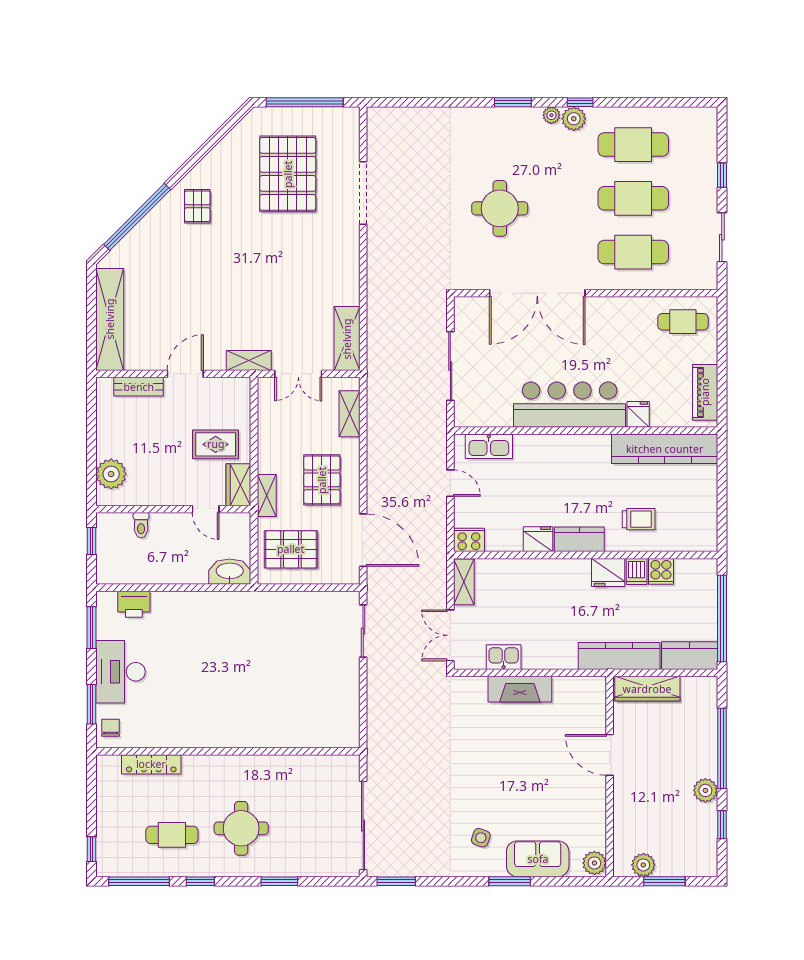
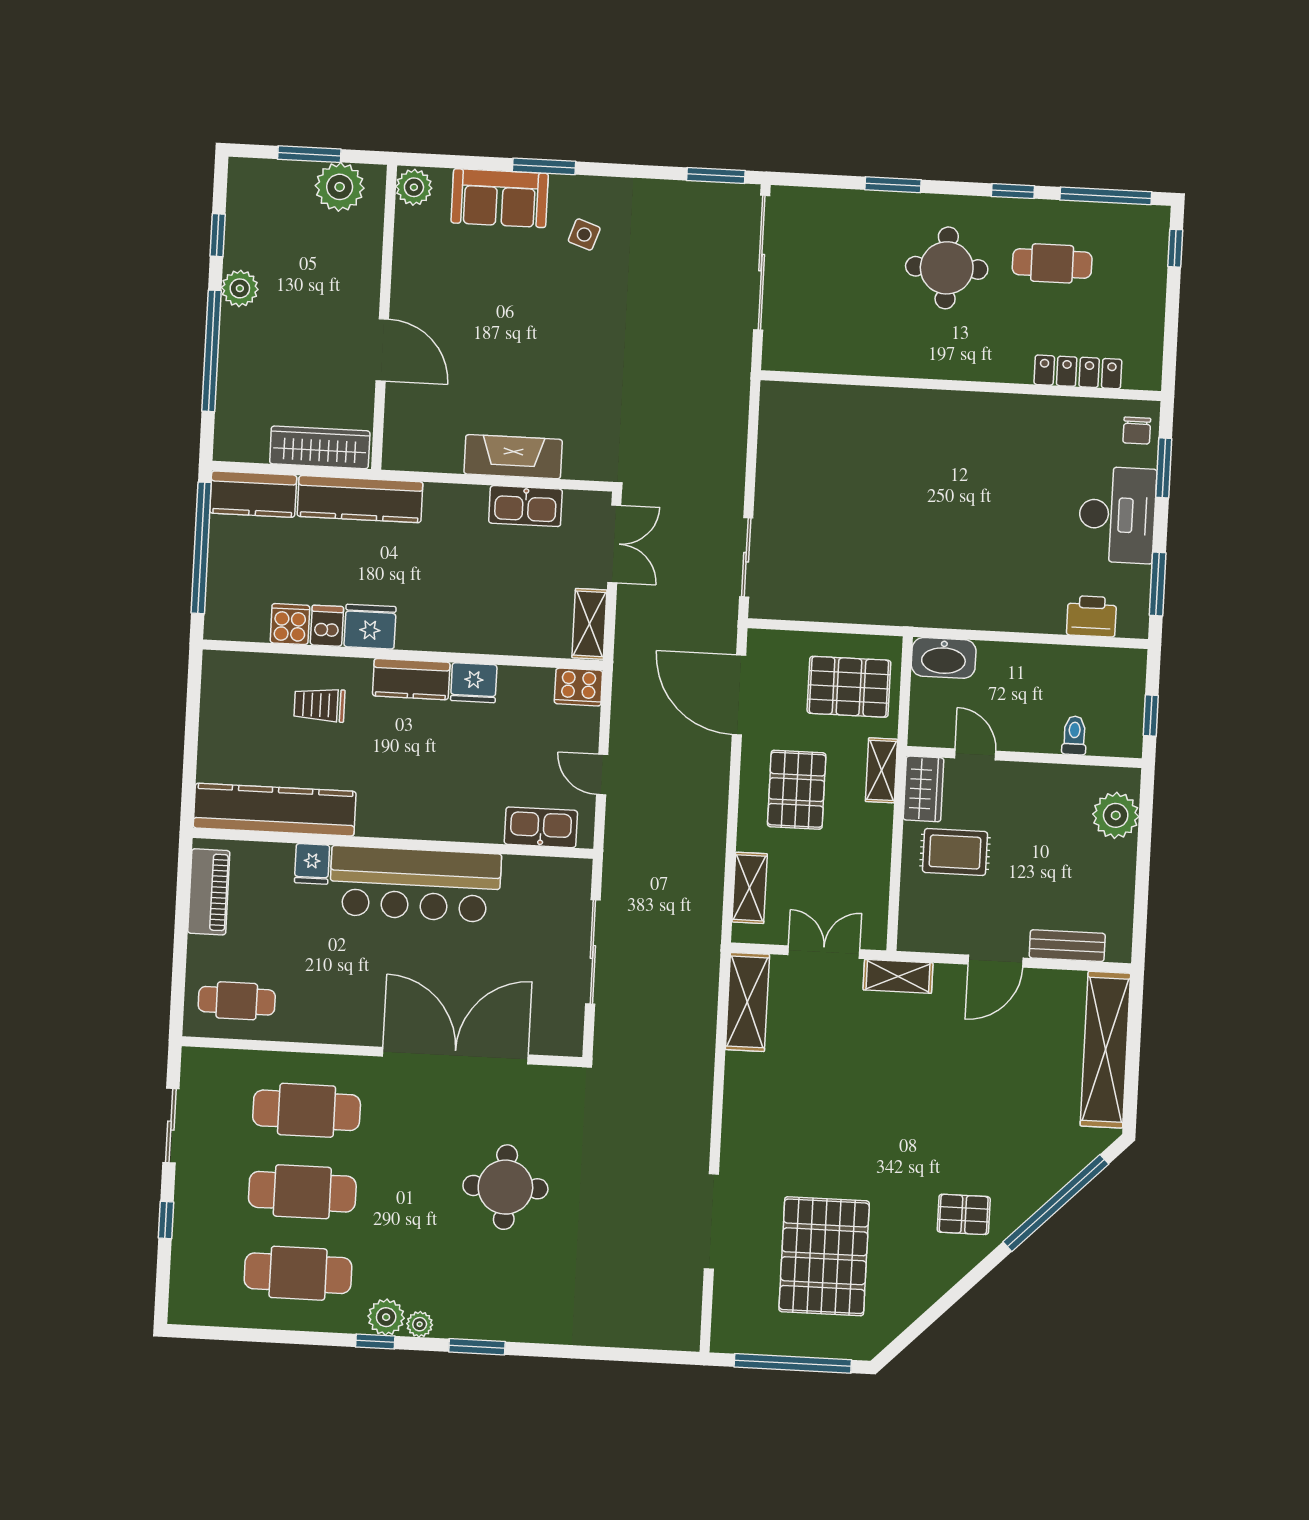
pallet: (197, 206) -> (964, 1214), turned 90
kitchen sink: (504, 657) -> (525, 506), width x1.38
plant: (643, 865) -> (340, 187), width x1.36, depth x1.36

